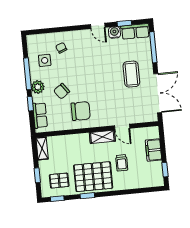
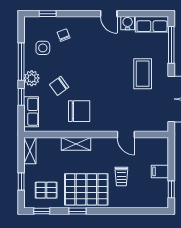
window: (124, 23) -> (48, 14), moved
shelving: (102, 137) -> (76, 144), moved
filing cabinet: (153, 150) -> (160, 171), width x0.50

